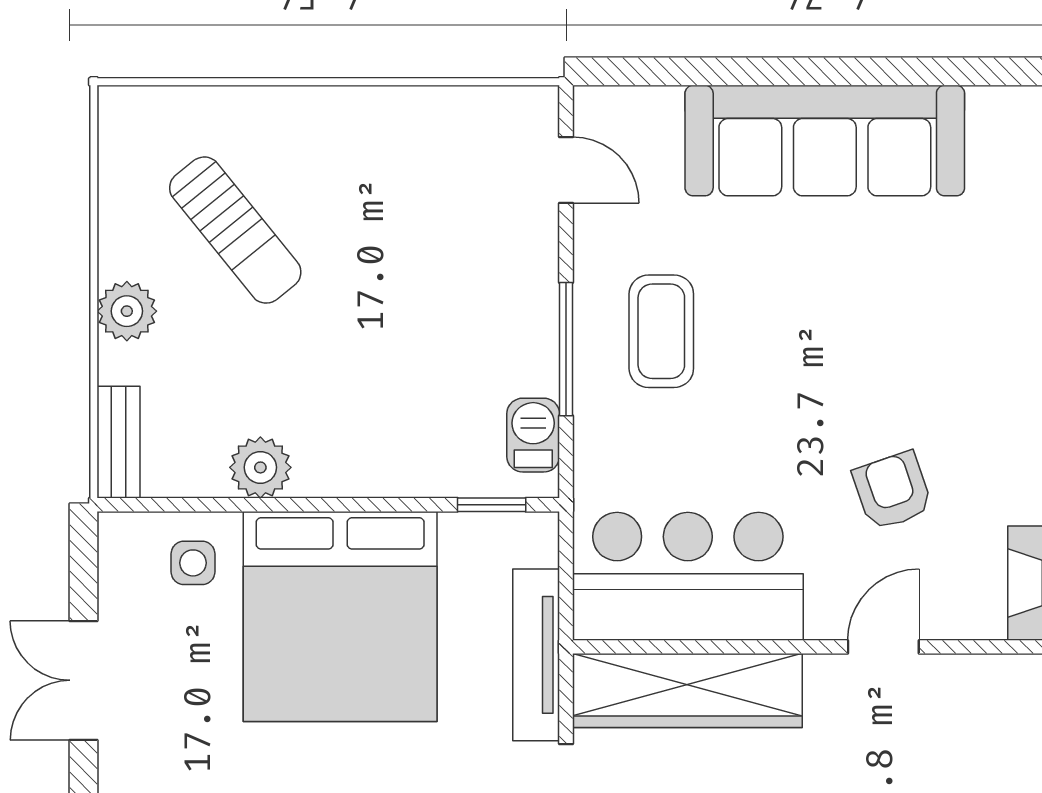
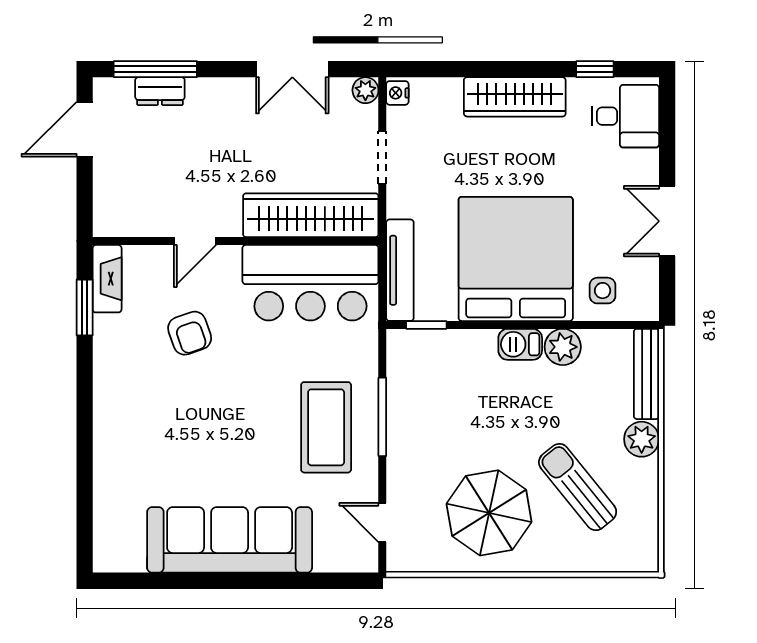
parasol: (385, 186) -> (489, 513), added
coffee table: (661, 331) -> (326, 427), width x1.36, depth x1.32
barbecue: (533, 435) -> (520, 344), moved, turned 90
bench: (119, 442) -> (646, 374), width x1.36
tv unit: (536, 655) -> (400, 270), moved
double door: (83, 680) -> (667, 221), swing flipped

